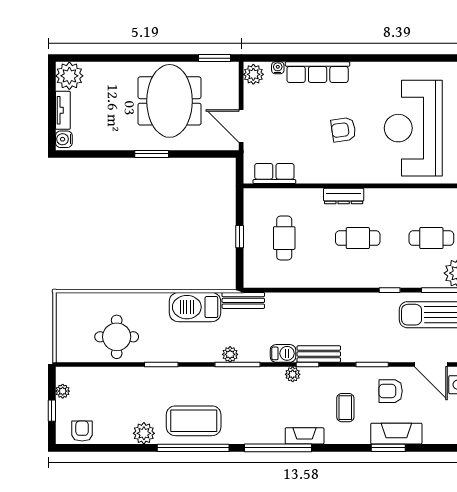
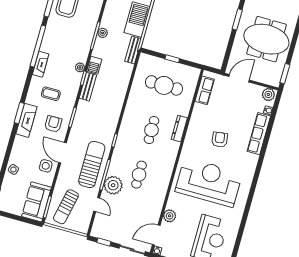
cafe table: (284, 238) -> (164, 85), width x1.37, depth x1.35
door: (431, 365) -> (62, 153), hinge flipped

